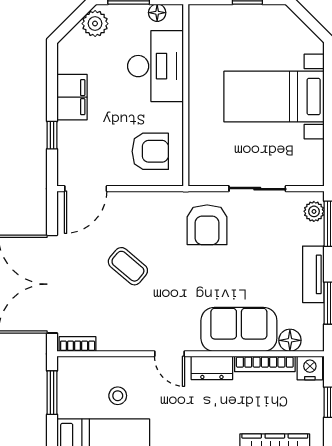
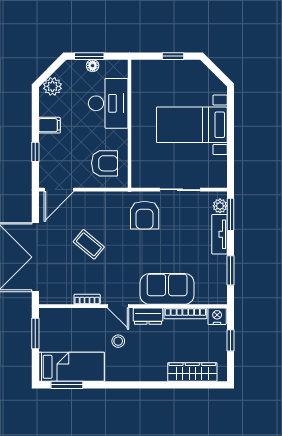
floor lamp: (157, 13) -> (93, 66), moved
plant: (95, 24) -> (52, 86), moved
filing cabinet: (72, 97) -> (49, 125), width x0.50
tv unit: (313, 274) -> (220, 234), moved
floor lamp: (290, 340) -> (203, 297), removed
bookcase: (78, 344) -> (87, 299), moved
stool: (118, 396) -> (118, 341), moved

